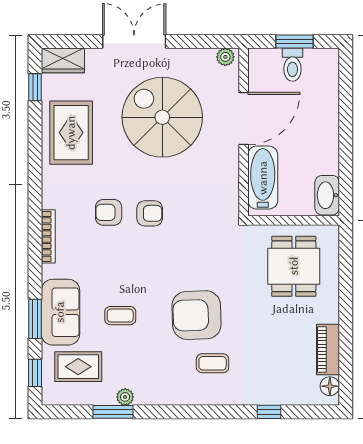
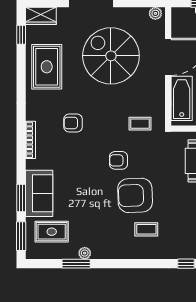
armchair: (150, 213) -> (119, 160), moved, turned 180
coffee table: (120, 316) -> (140, 124), moved
window: (35, 373) -> (21, 236), width x1.50

